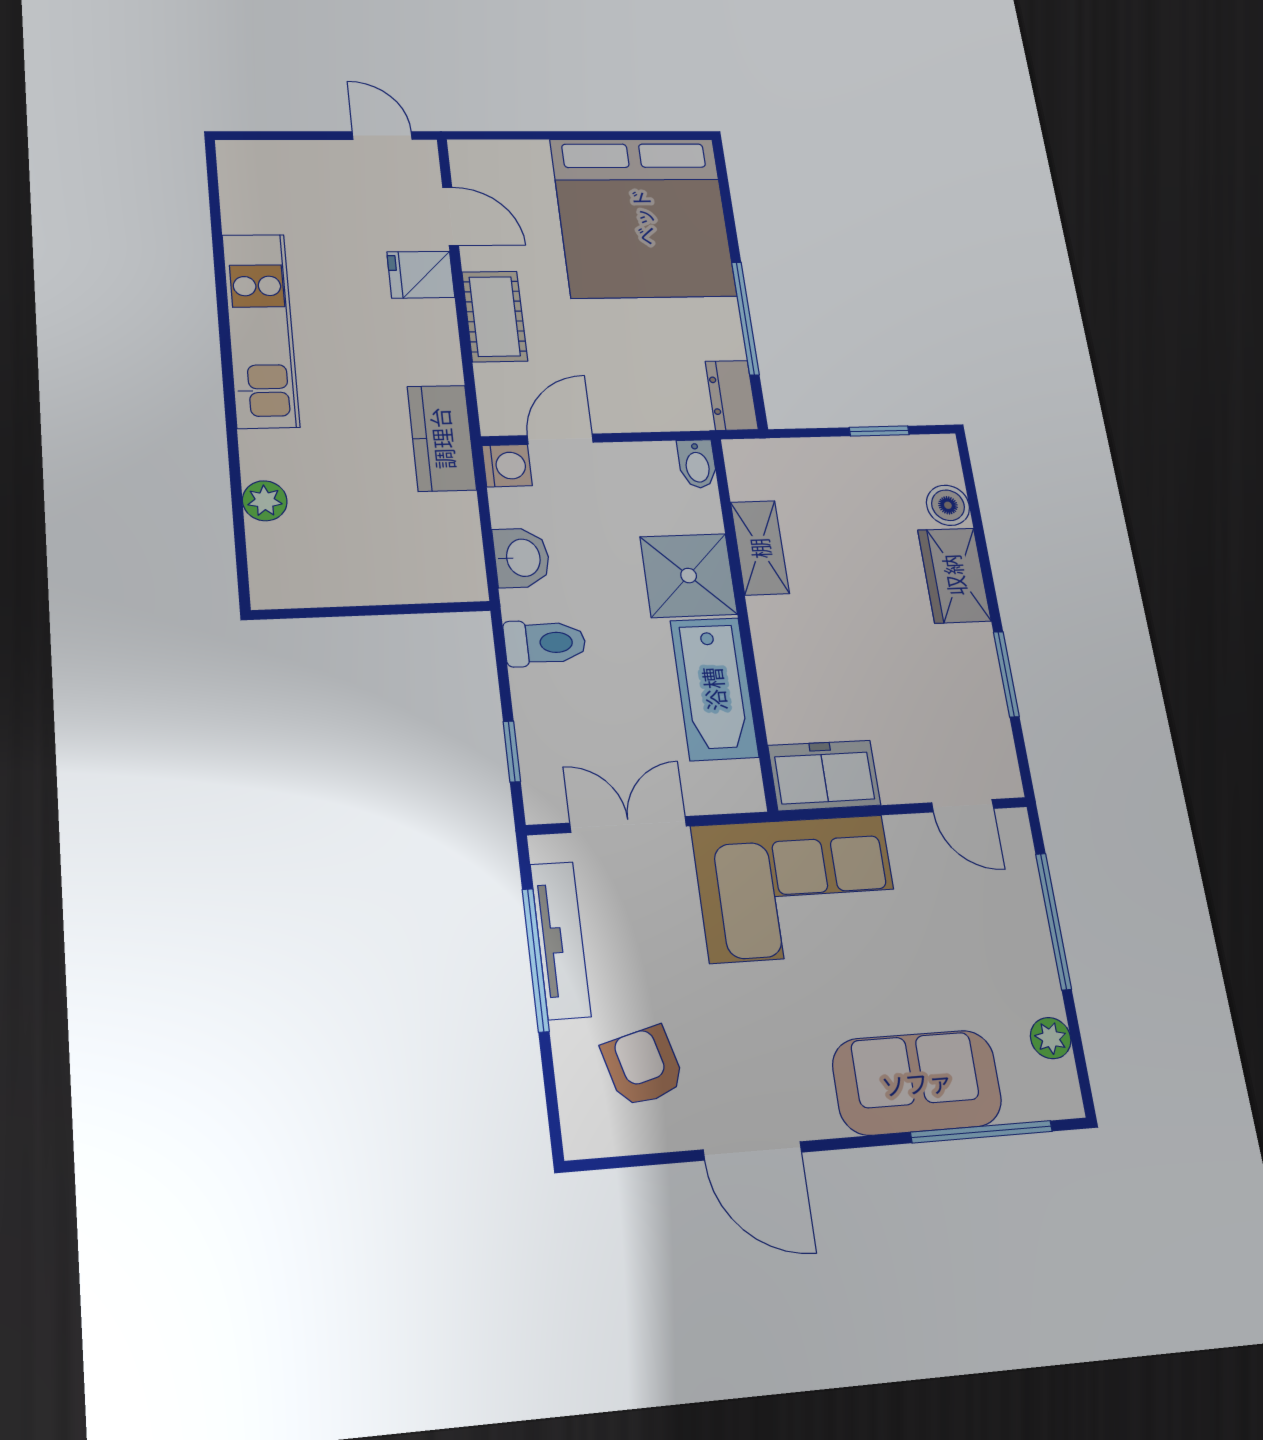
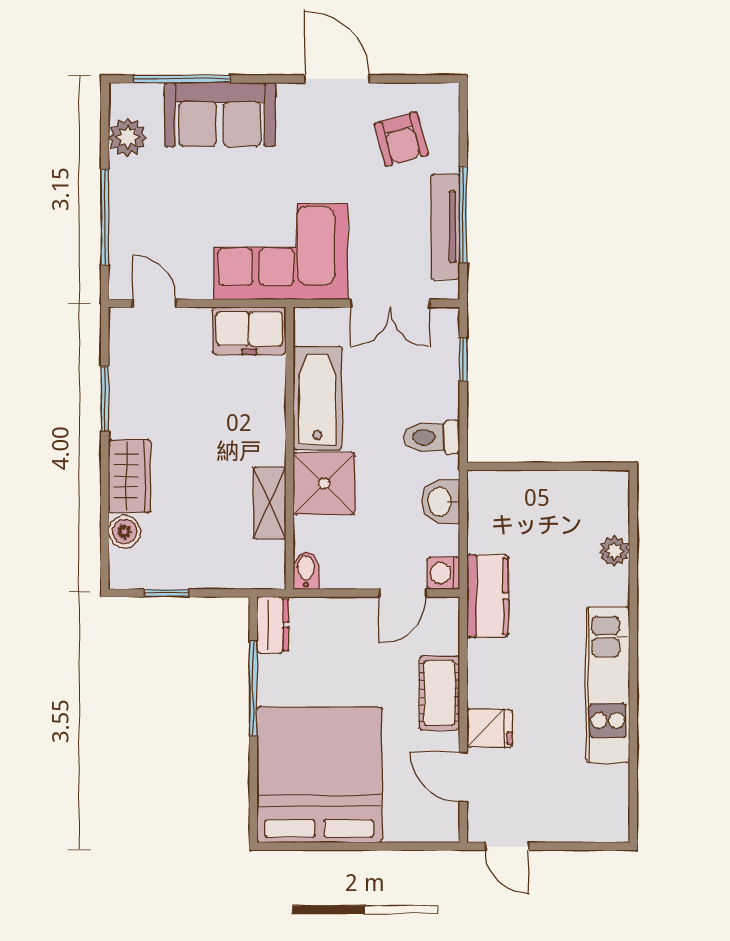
plant: (1051, 1038) -> (128, 137), width x1.38, depth x1.38

